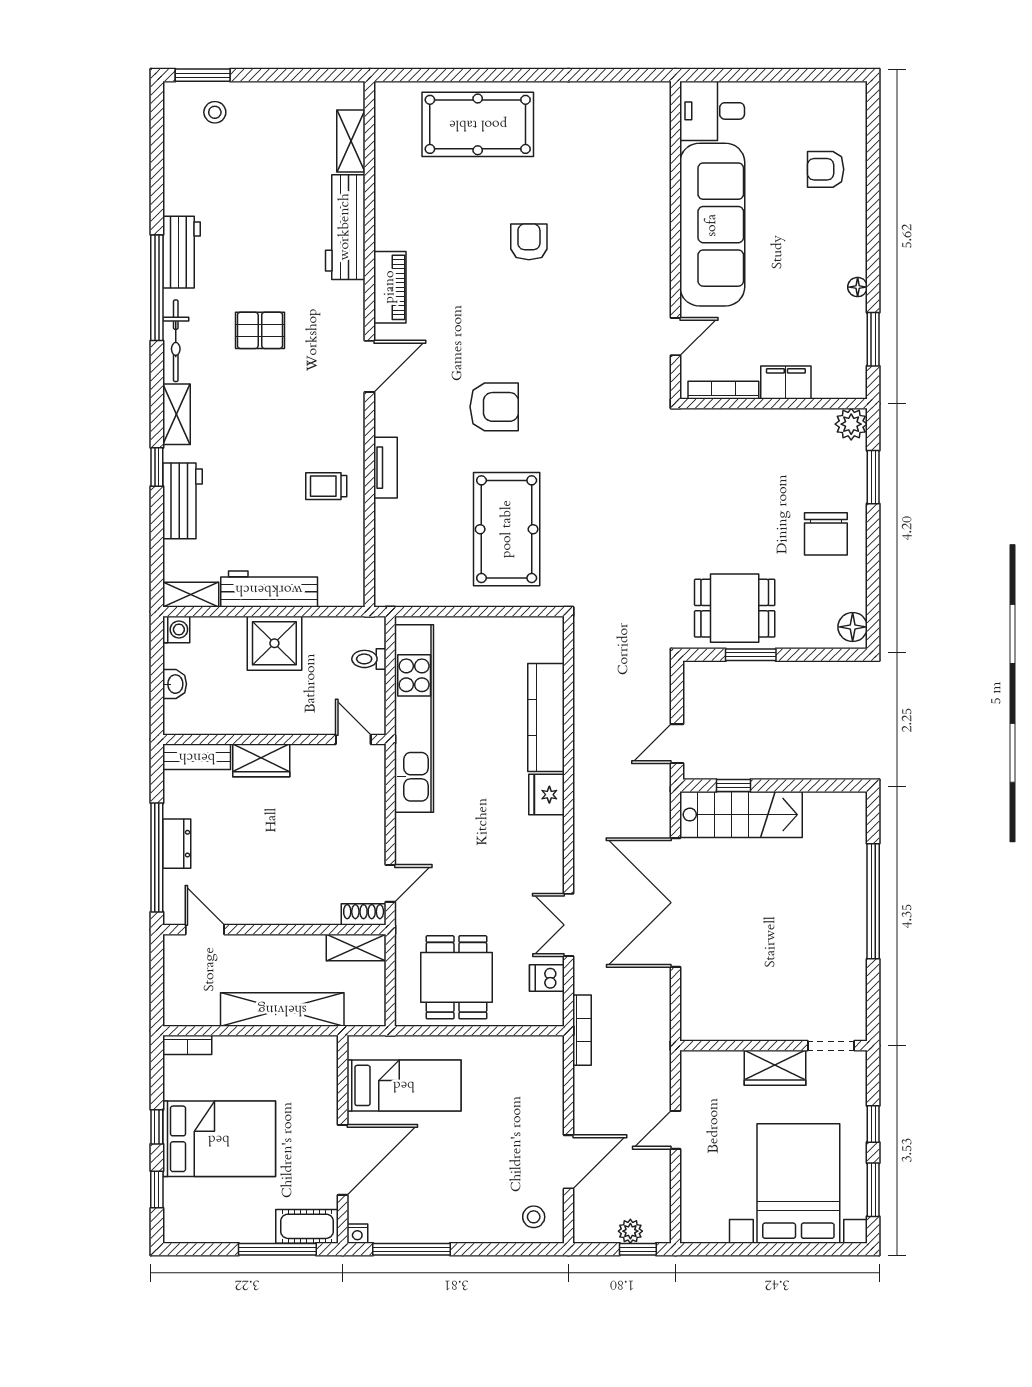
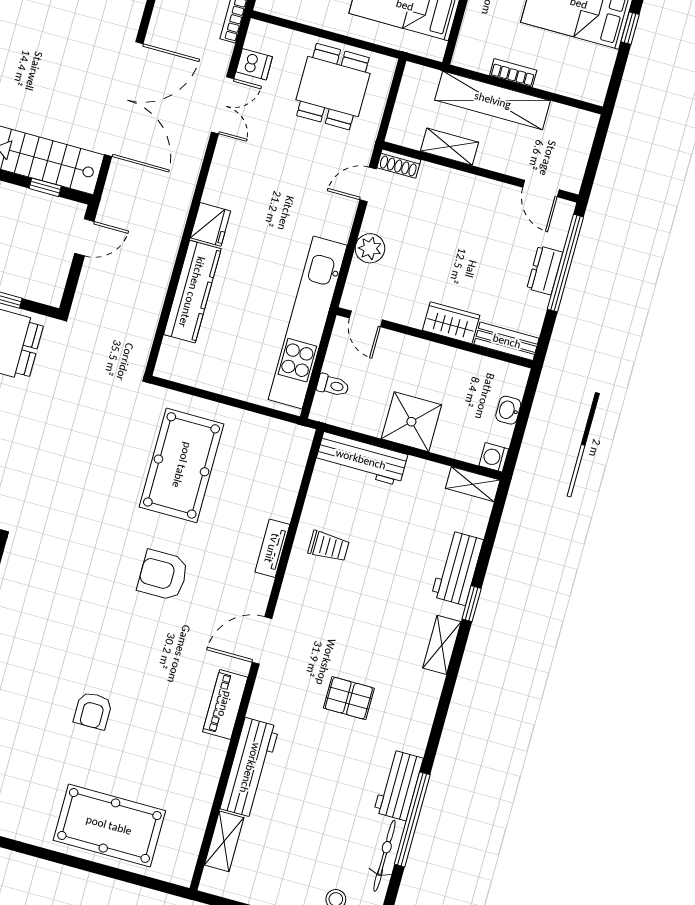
window: (157, 288) -> (412, 819), moved
bicycle: (176, 341) -> (384, 856), moved
workbench: (269, 589) -> (361, 459), moved
plant: (370, 816) -> (370, 248), added
shelving: (356, 948) -> (450, 147), moved
bookcase: (187, 1045) -> (513, 73), moved

